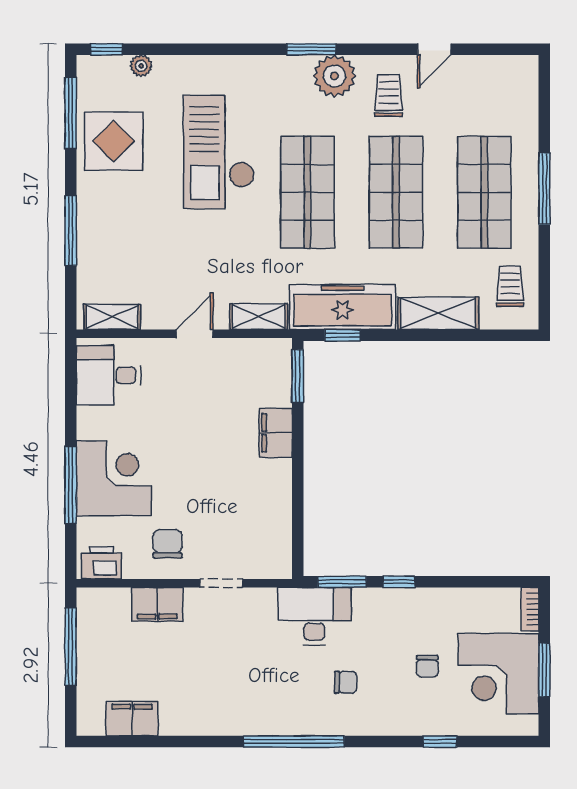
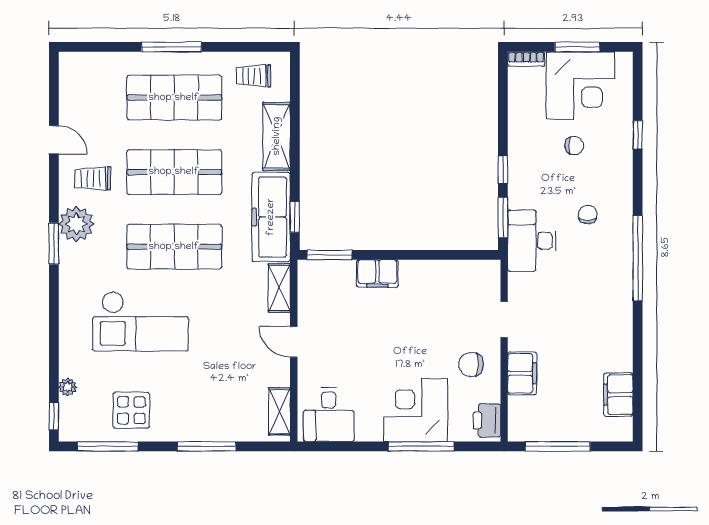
display table: (114, 141) -> (131, 410), width x0.73, depth x0.73

